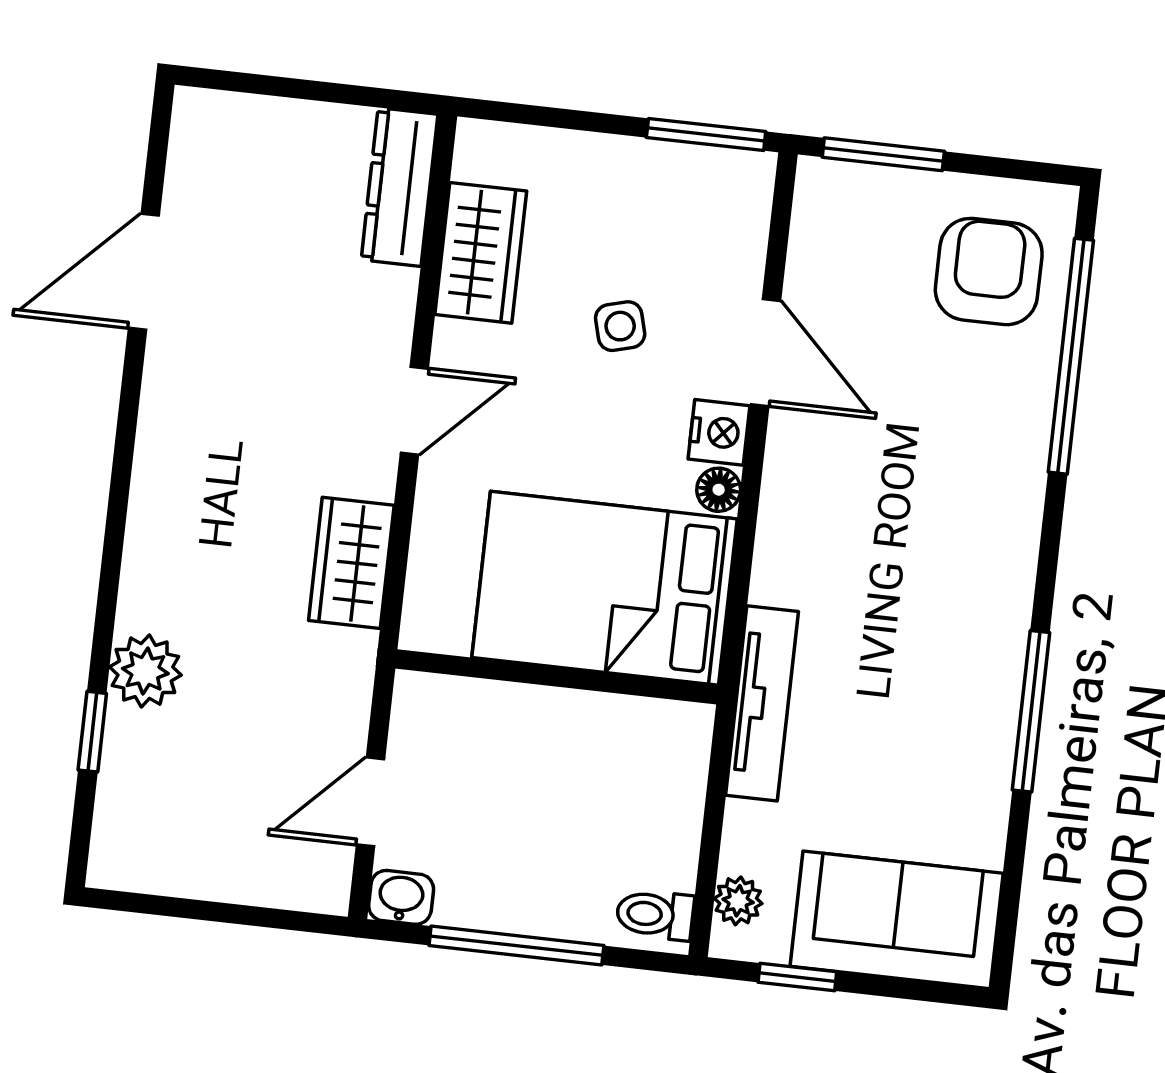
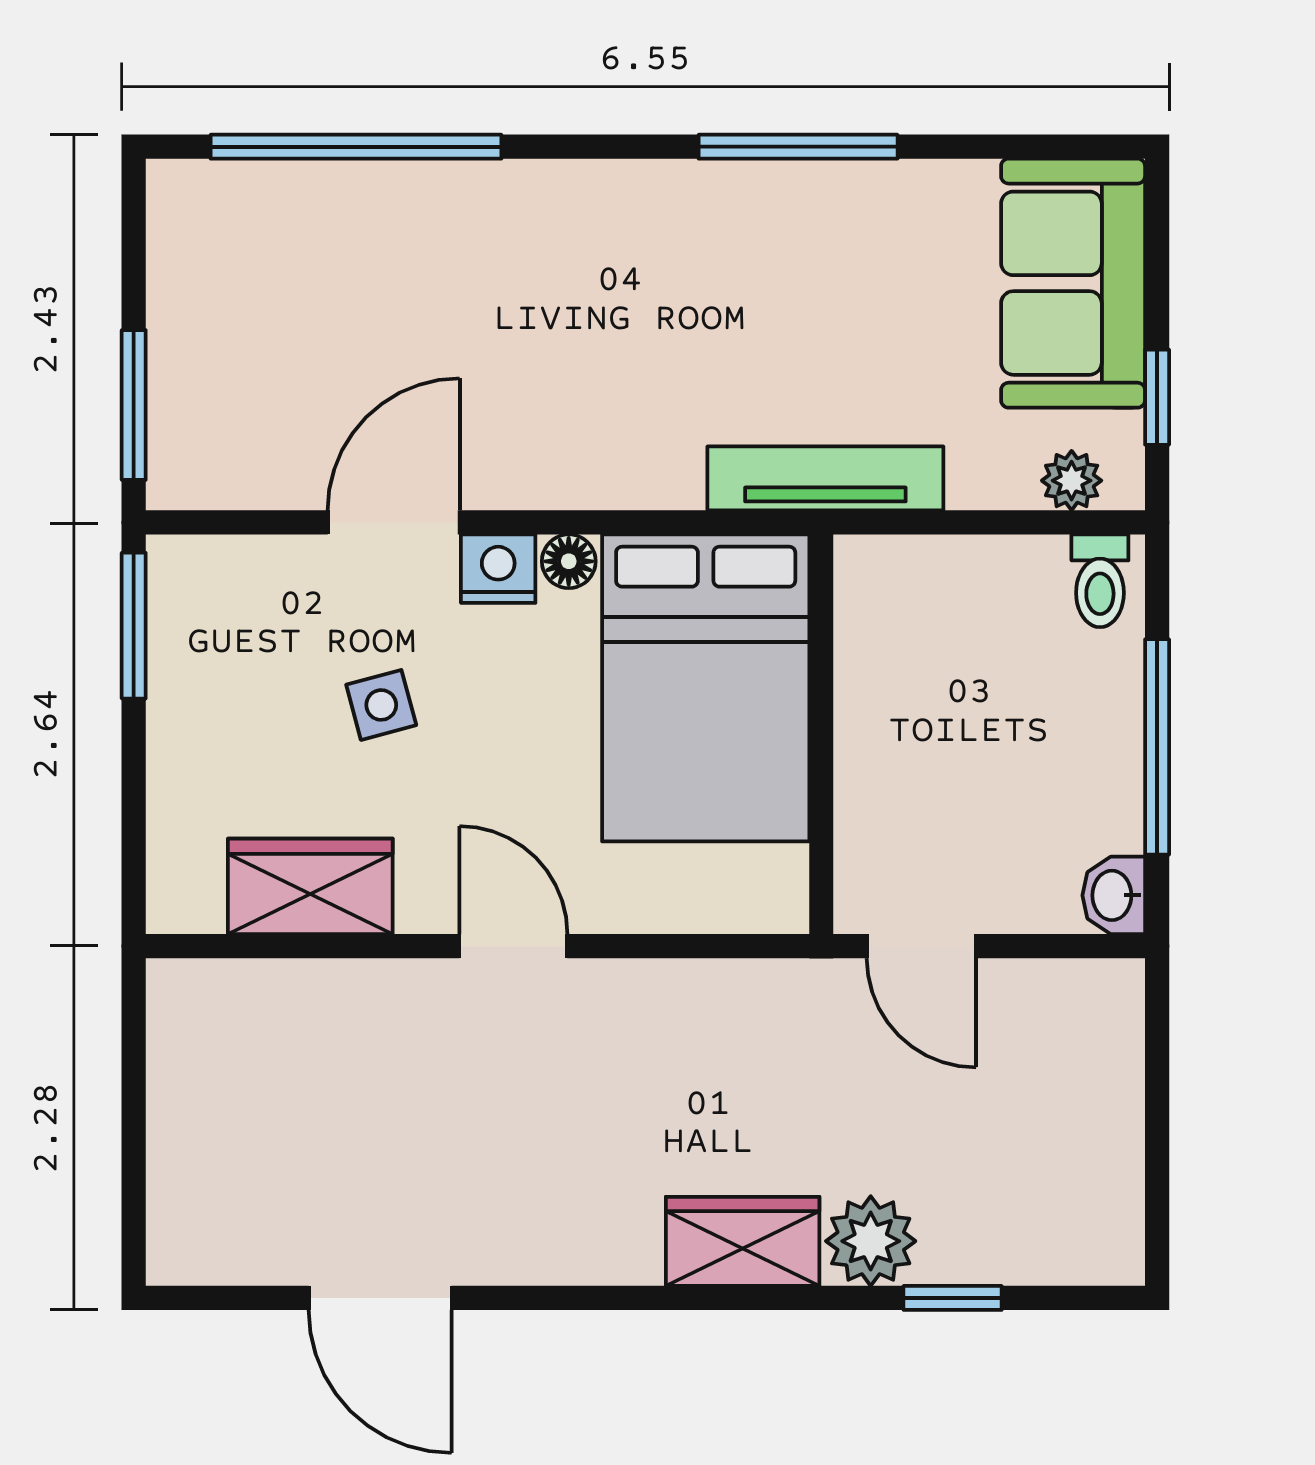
dresser: (400, 187) -> (241, 995), removed
armchair: (989, 272) -> (263, 259), removed
wardrobe: (351, 563) -> (743, 1241), moved, turned 180
door: (371, 802) -> (921, 946), moved

